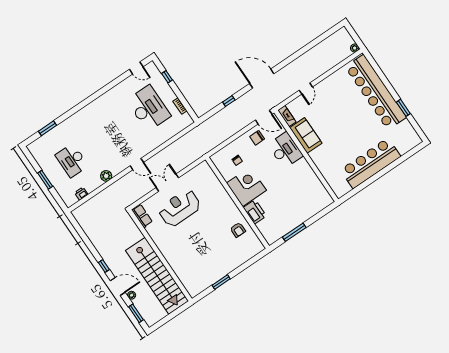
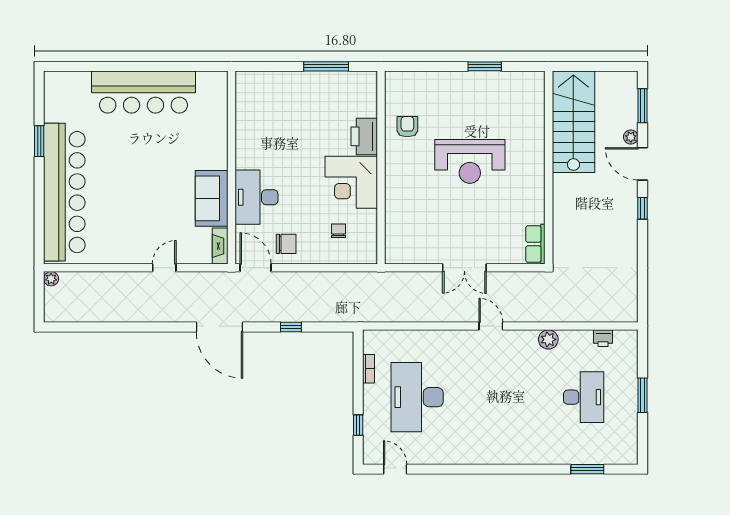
reception desk: (180, 208) -> (470, 161), moved
stairs: (157, 276) -> (573, 122), width x0.73

